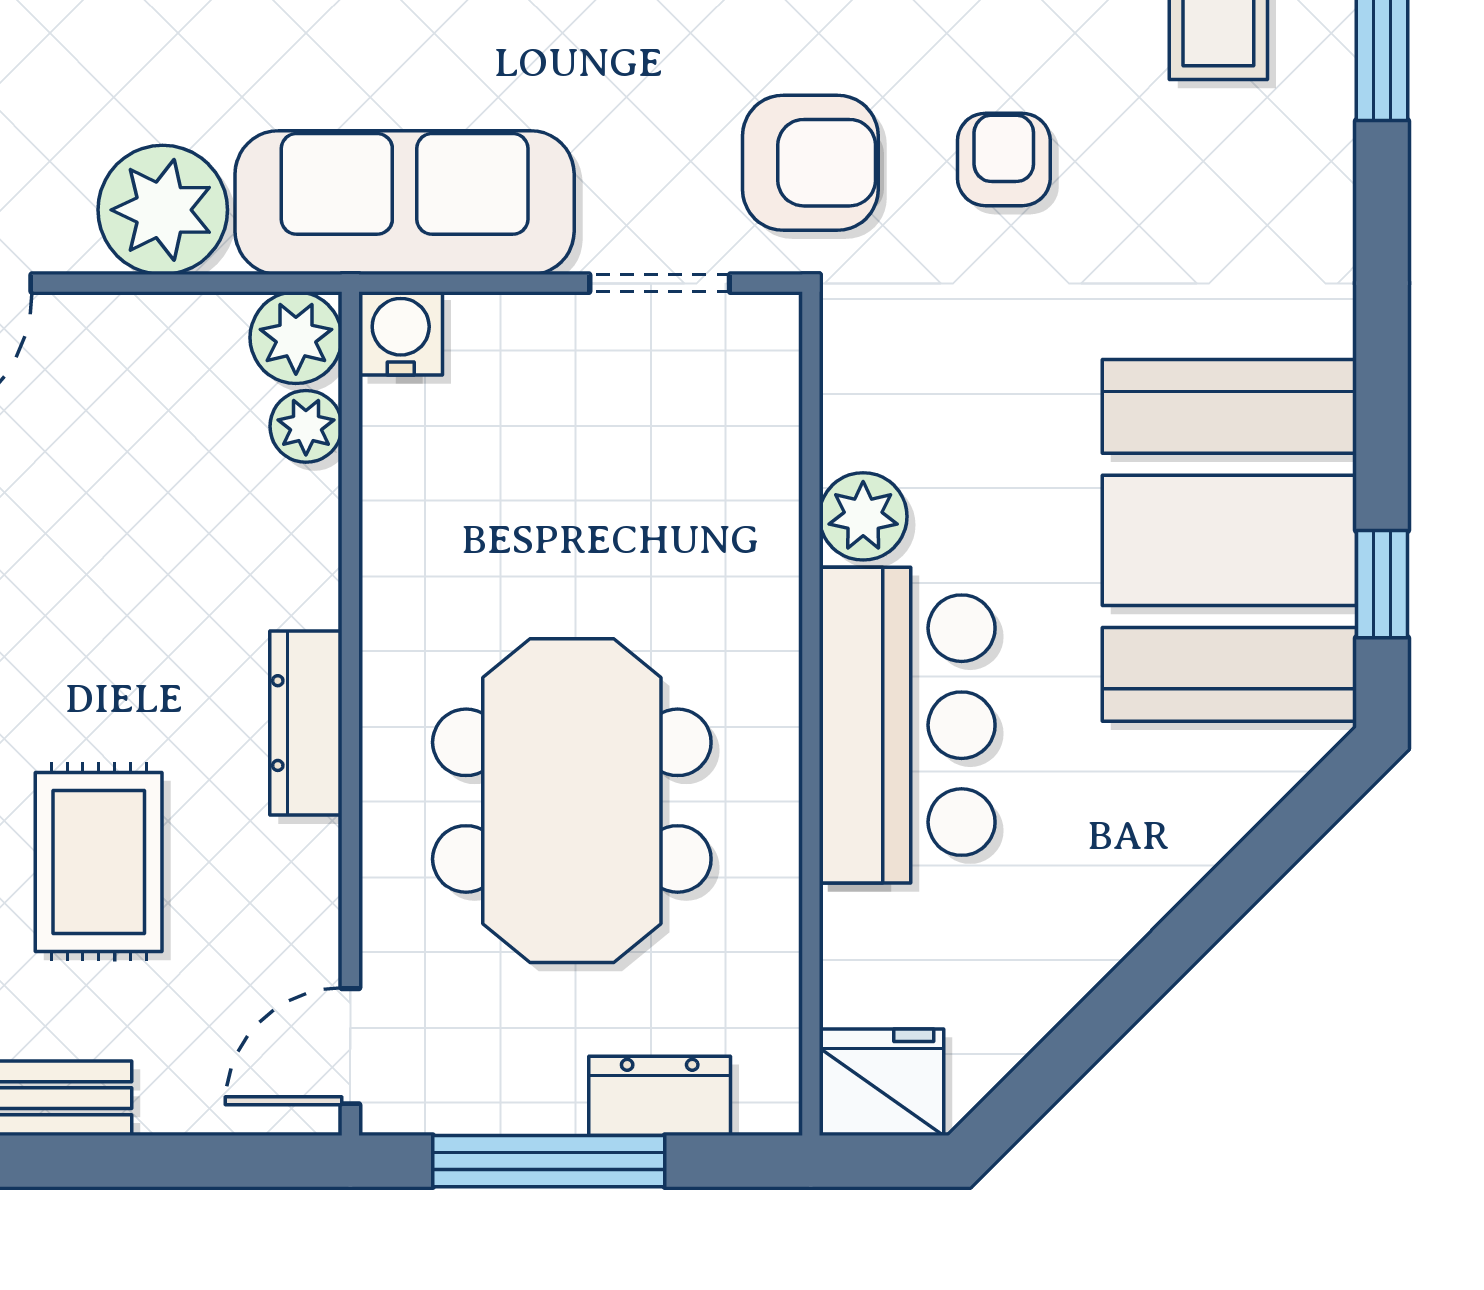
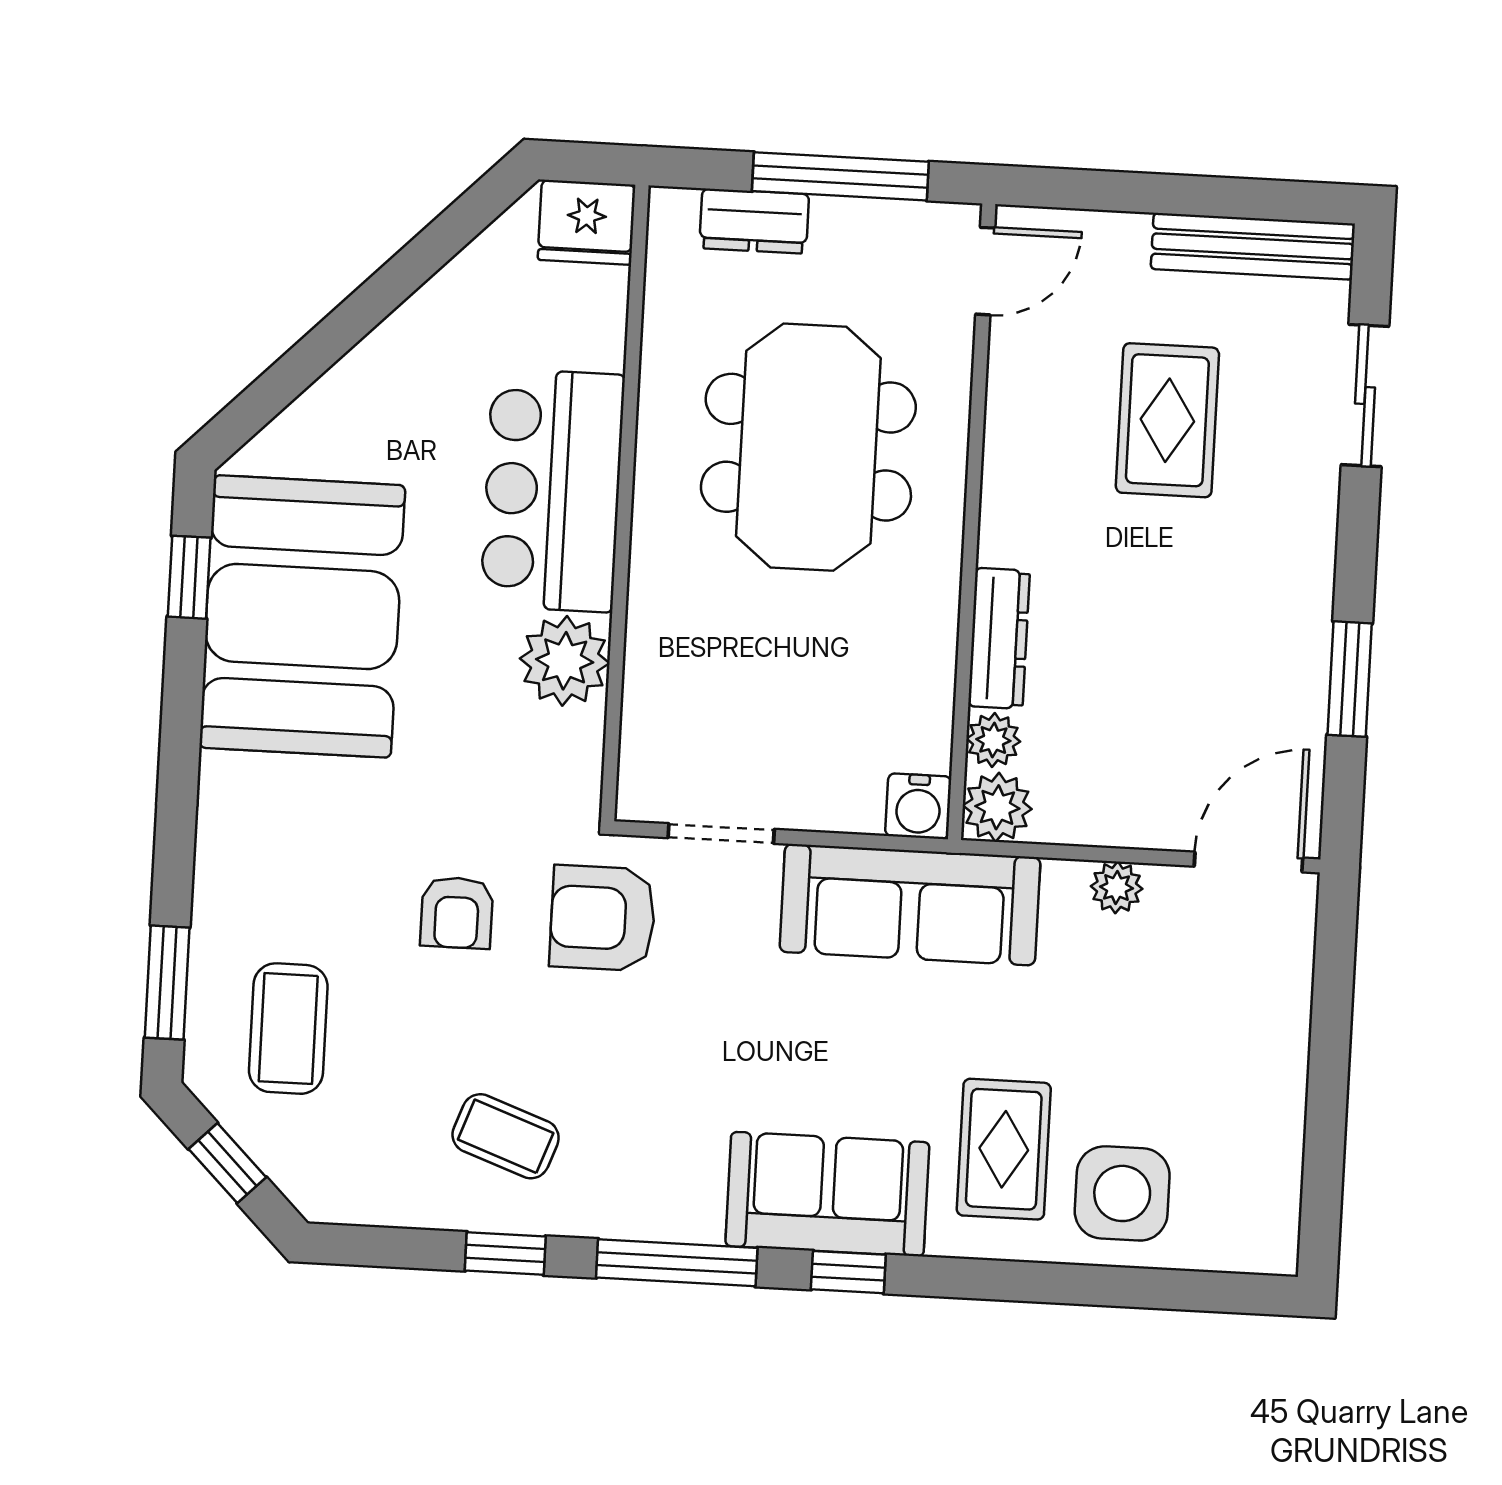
plant: (163, 210) -> (1117, 887), width x0.53, depth x0.53
plant: (863, 516) -> (565, 661), width x1.36, depth x1.36
dresser: (306, 723) -> (999, 638), moved

